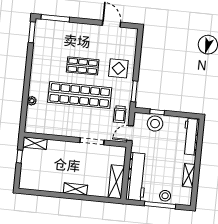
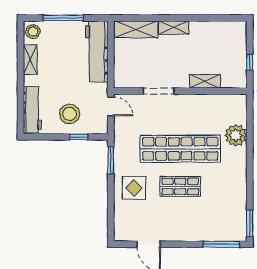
plant: (32, 101) -> (236, 135), width x1.88, depth x1.88
trolley: (120, 114) -> (126, 129), removed
stool: (155, 124) -> (70, 114), moved
door: (130, 133) -> (111, 106), hinge flipped
shelving: (35, 143) -> (205, 81), moved
shelving: (116, 182) -> (136, 29), moved, turned 90
stool: (165, 196) -> (33, 32), moved

